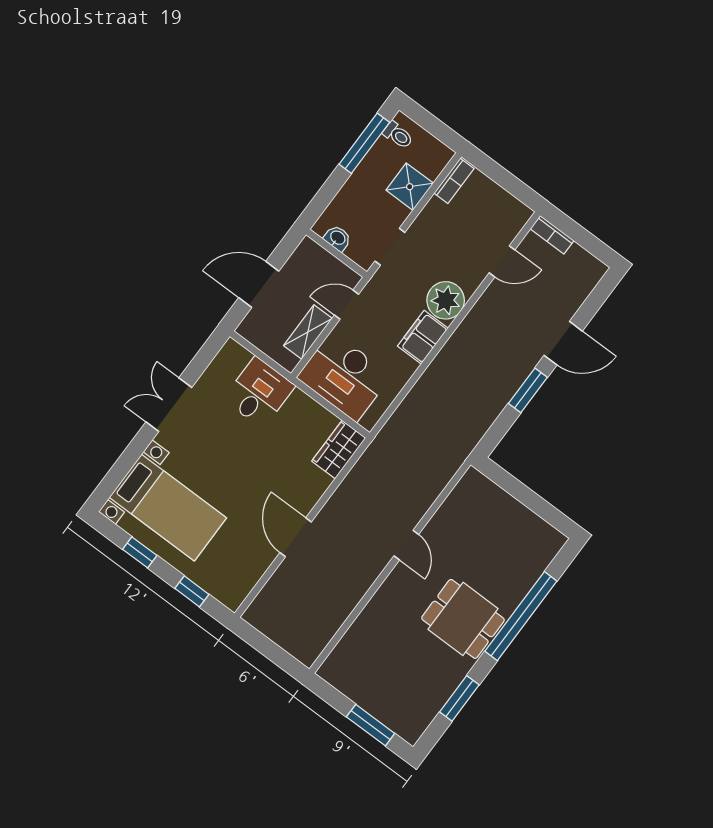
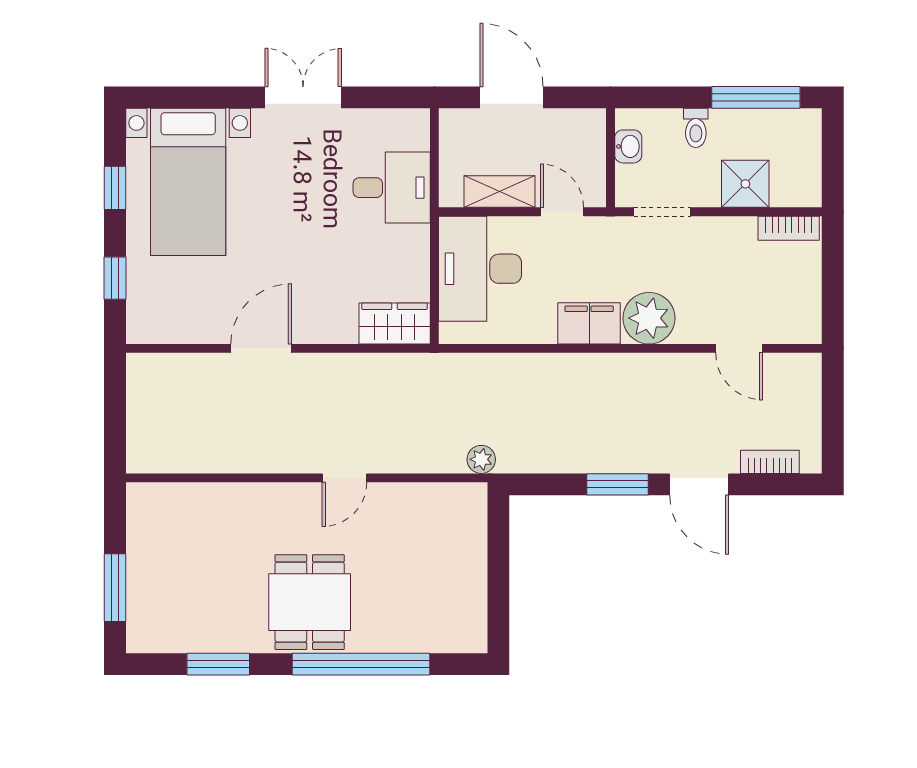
toilet: (398, 135) -> (696, 128), moved
bookcase: (552, 235) -> (770, 462), moved, turned 90
plant: (455, 458) -> (481, 459), added

